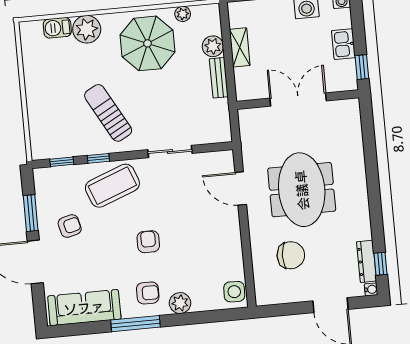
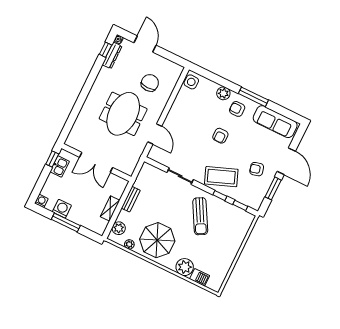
kitchen sink: (343, 44) -> (60, 166), moved
plant: (213, 46) -> (119, 228), moved
chair: (291, 255) -> (150, 83), turned 88

